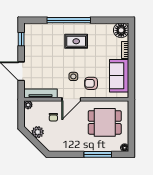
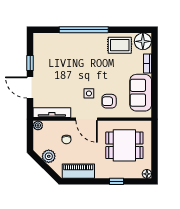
window: (21, 39) -> (30, 63), moved
rug: (76, 41) -> (120, 45), moved
door: (71, 99) -> (87, 119), hinge flipped
piano: (64, 145) -> (78, 171), added
window: (98, 154) -> (117, 181), width x0.46

